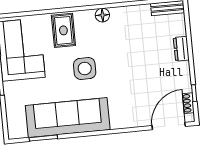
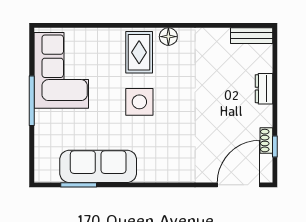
rug: (63, 30) -> (139, 52), moved
shoe rack: (188, 103) -> (266, 141), moved
sofa: (68, 118) -> (98, 166), width x0.74, depth x0.79

